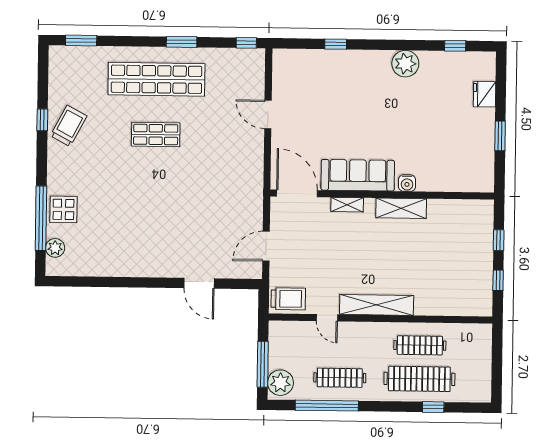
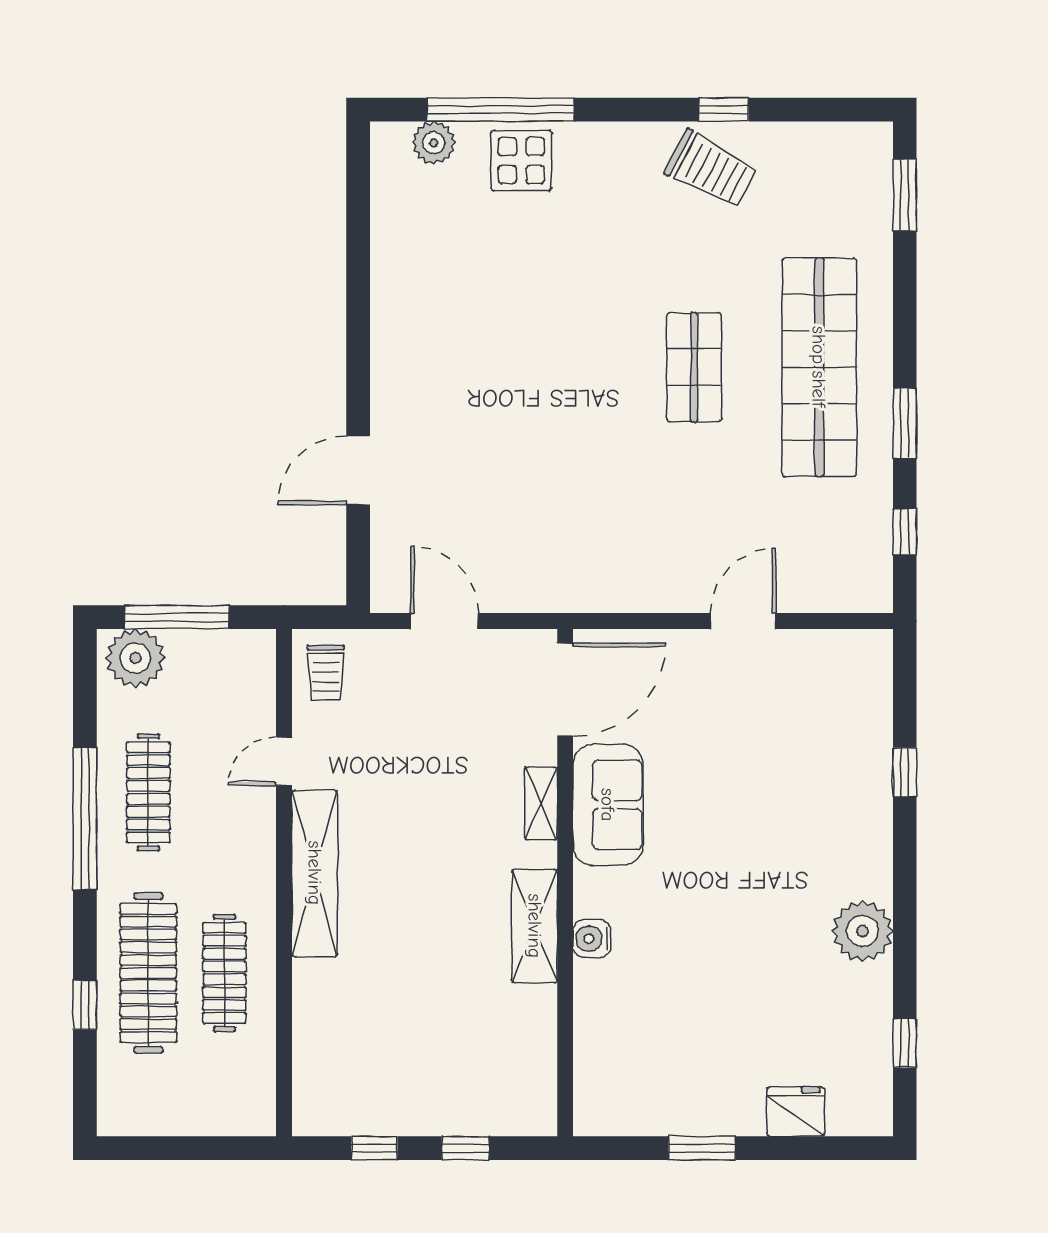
window: (246, 43) -> (905, 532), moved
sofa: (358, 175) -> (608, 805), width x0.73
trolley: (288, 299) -> (326, 673), width x0.73, depth x0.72
window: (327, 406) -> (85, 819), moved

